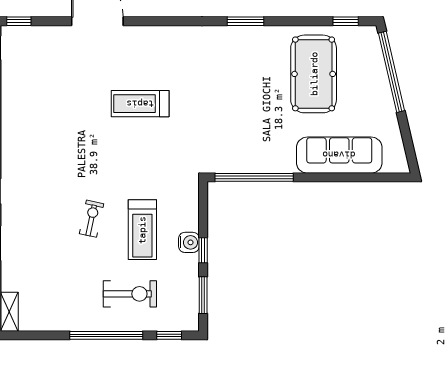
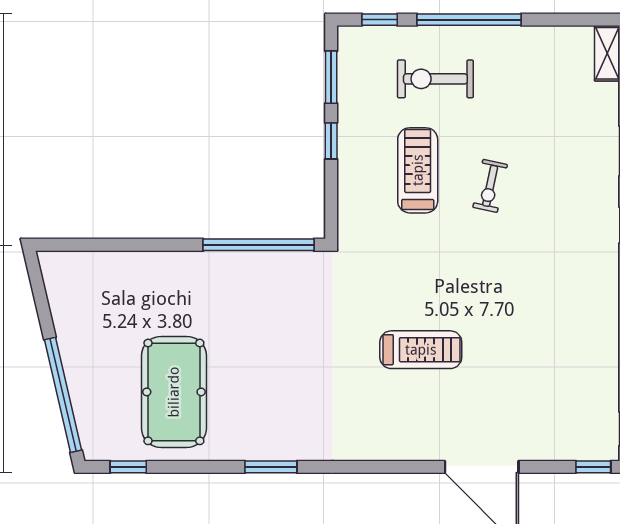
sofa: (339, 155) -> (137, 276), removed
water cooler: (189, 242) -> (351, 152), removed

